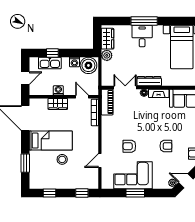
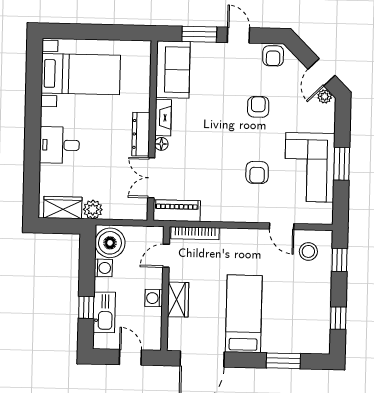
window: (144, 21) -> (32, 141), removed
stool: (62, 159) -> (308, 251), moved

